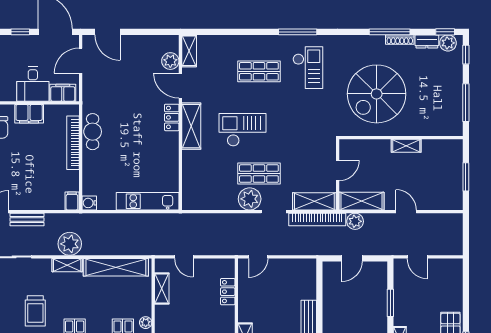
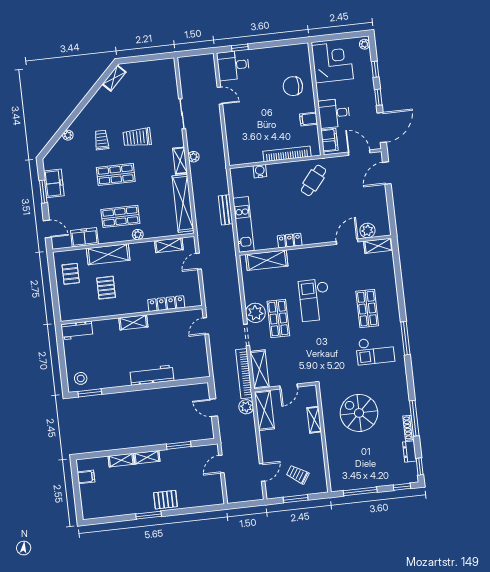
plant: (448, 43) -> (410, 470), removed
spiral stairs: (377, 94) -> (359, 413), width x0.73, depth x0.73
filing cabinet: (29, 114) -> (309, 119), width x0.50
locker: (172, 117) -> (290, 240), moved
shelving: (191, 126) -> (267, 260), moved
checkout: (243, 130) -> (315, 300), turned 180
cafe table: (93, 132) -> (313, 180), moved, turned -51
shelving: (406, 146) -> (314, 420), moved
door: (338, 170) -> (289, 386), hinge flipped
trolley: (439, 171) -> (298, 475), added
filing cabinet: (72, 201) -> (236, 159), removed
water cooler: (89, 203) -> (260, 171), moved
door: (406, 212) -> (262, 472), moved
bench: (27, 220) -> (226, 210), moved
plant: (70, 244) -> (194, 157), width x0.53, depth x0.53
door: (258, 257) -> (206, 326), hinge flipped
locker: (228, 292) -> (166, 304), width x1.53

